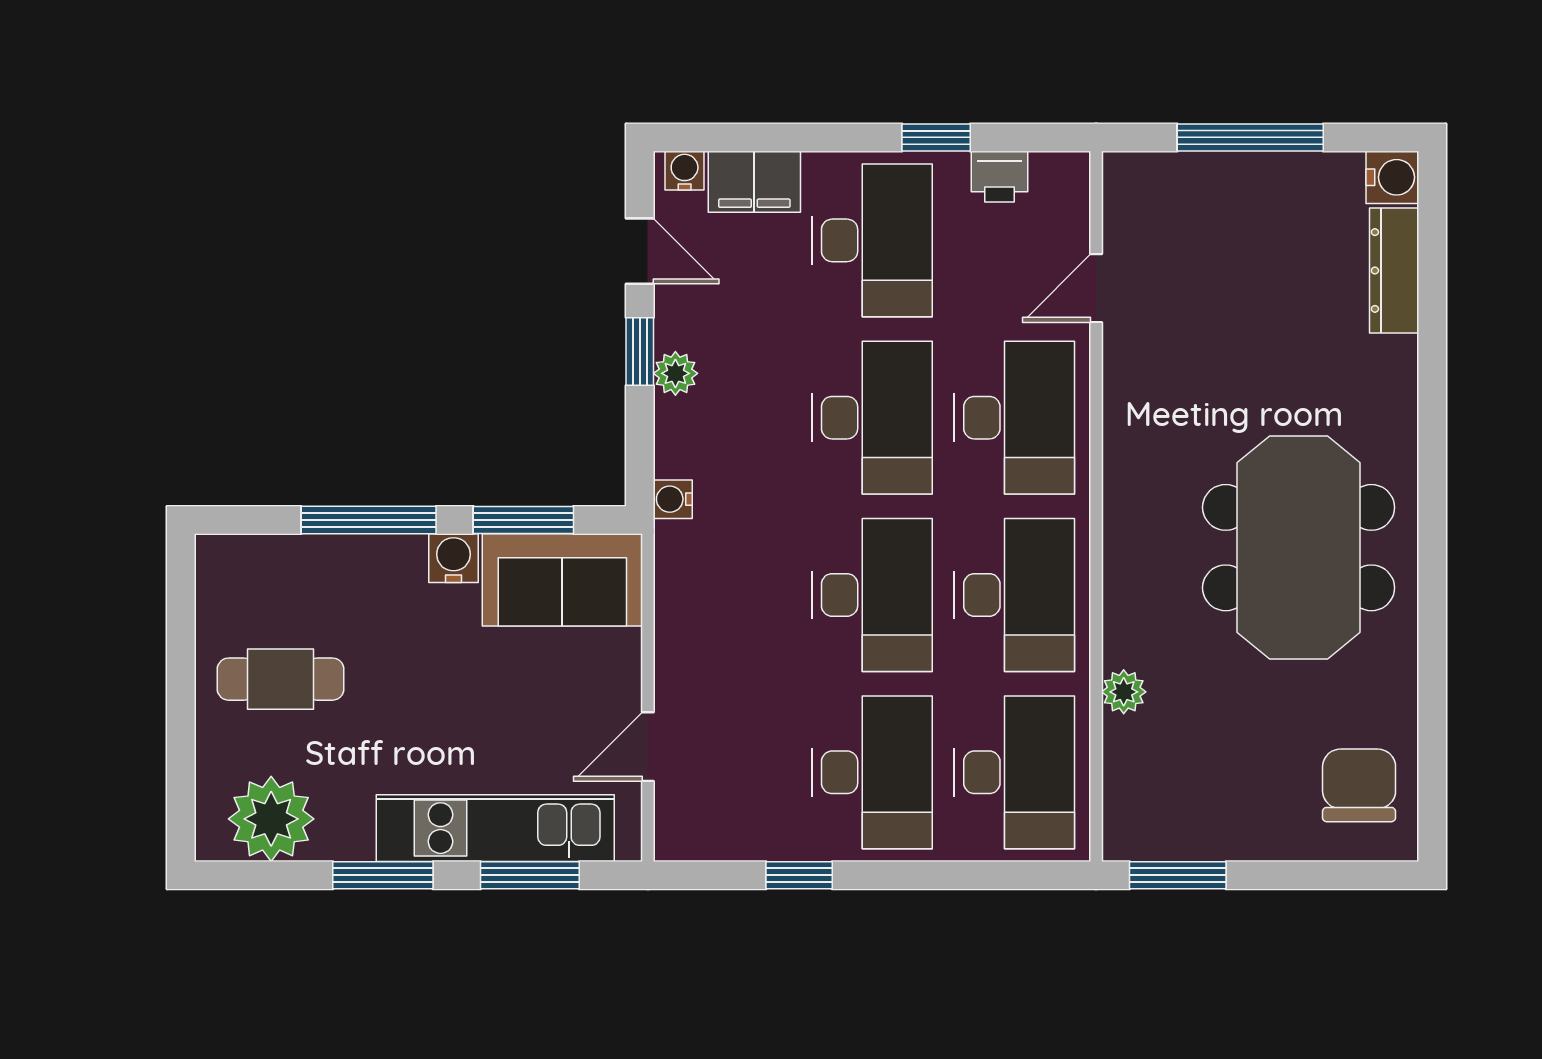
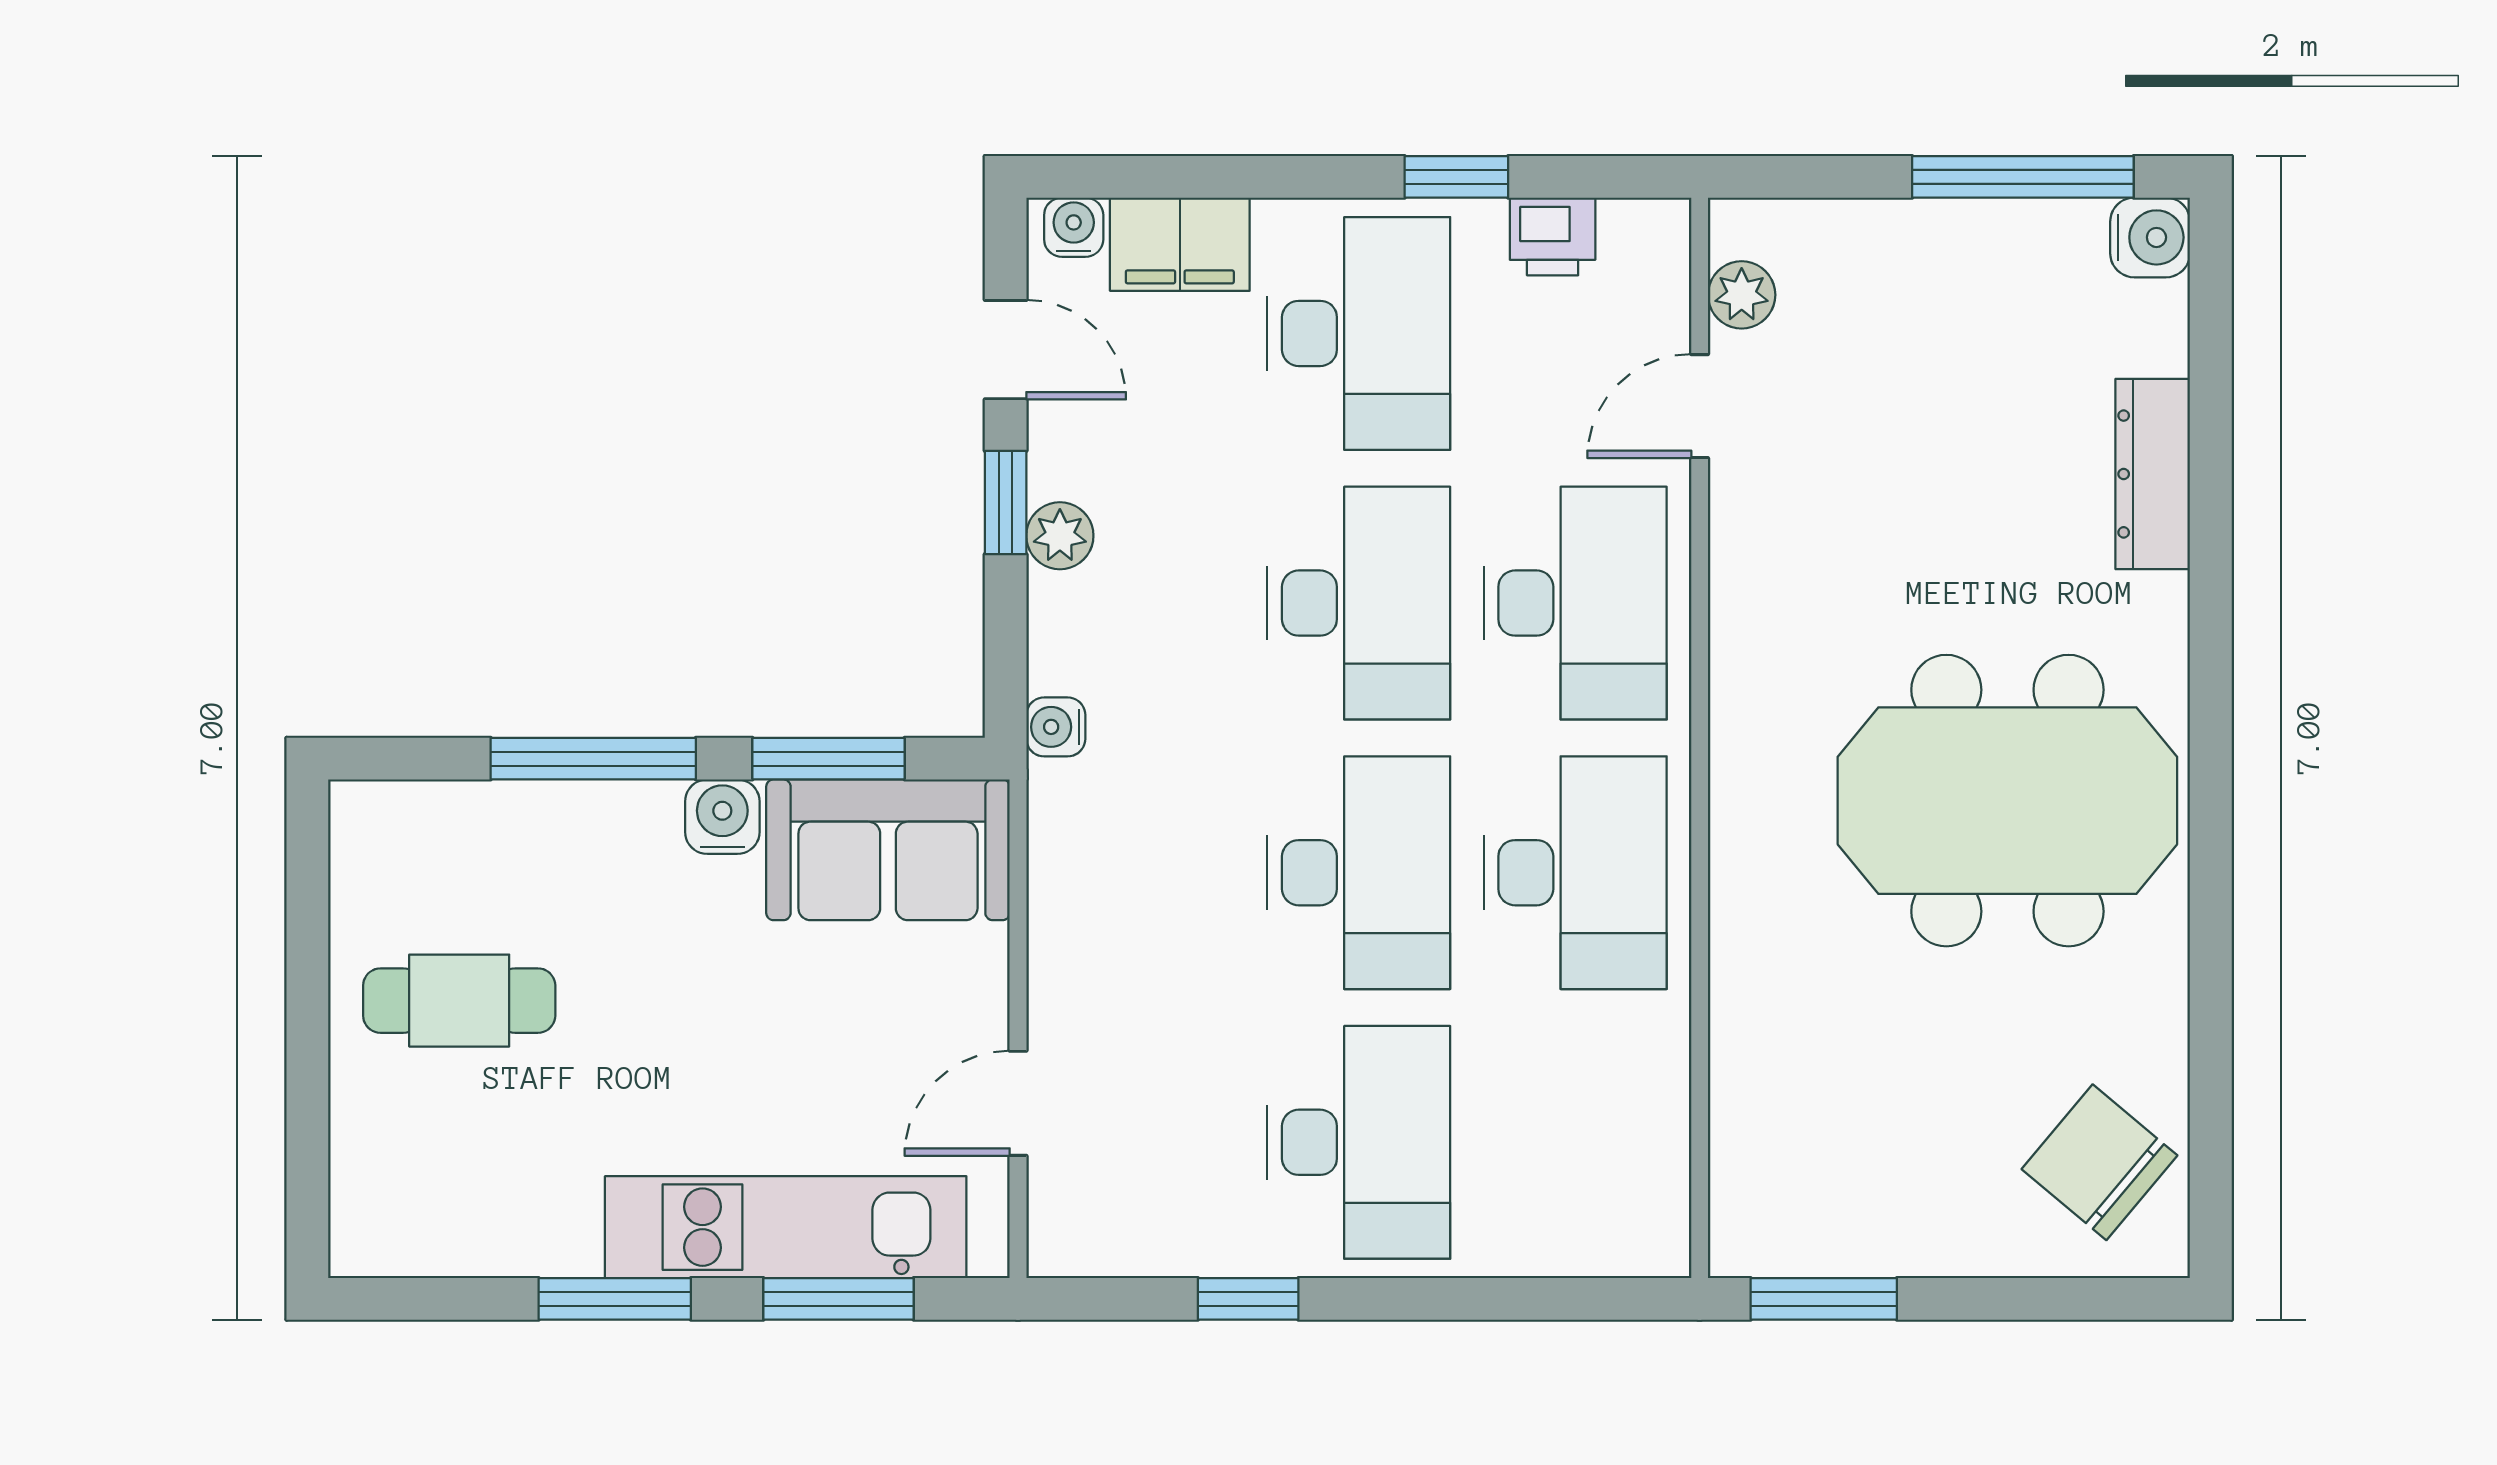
window: (1250, 137) -> (2023, 177), moved
dresser: (1394, 270) -> (2153, 474), moved
meeting table: (1299, 548) -> (2007, 801), turned 90
plant: (1124, 692) -> (1742, 295), moved
desk: (1014, 772) -> (1575, 1142), removed
chair: (1359, 785) -> (2099, 1162), turned -50
plant: (271, 819) -> (445, 1213), removed

